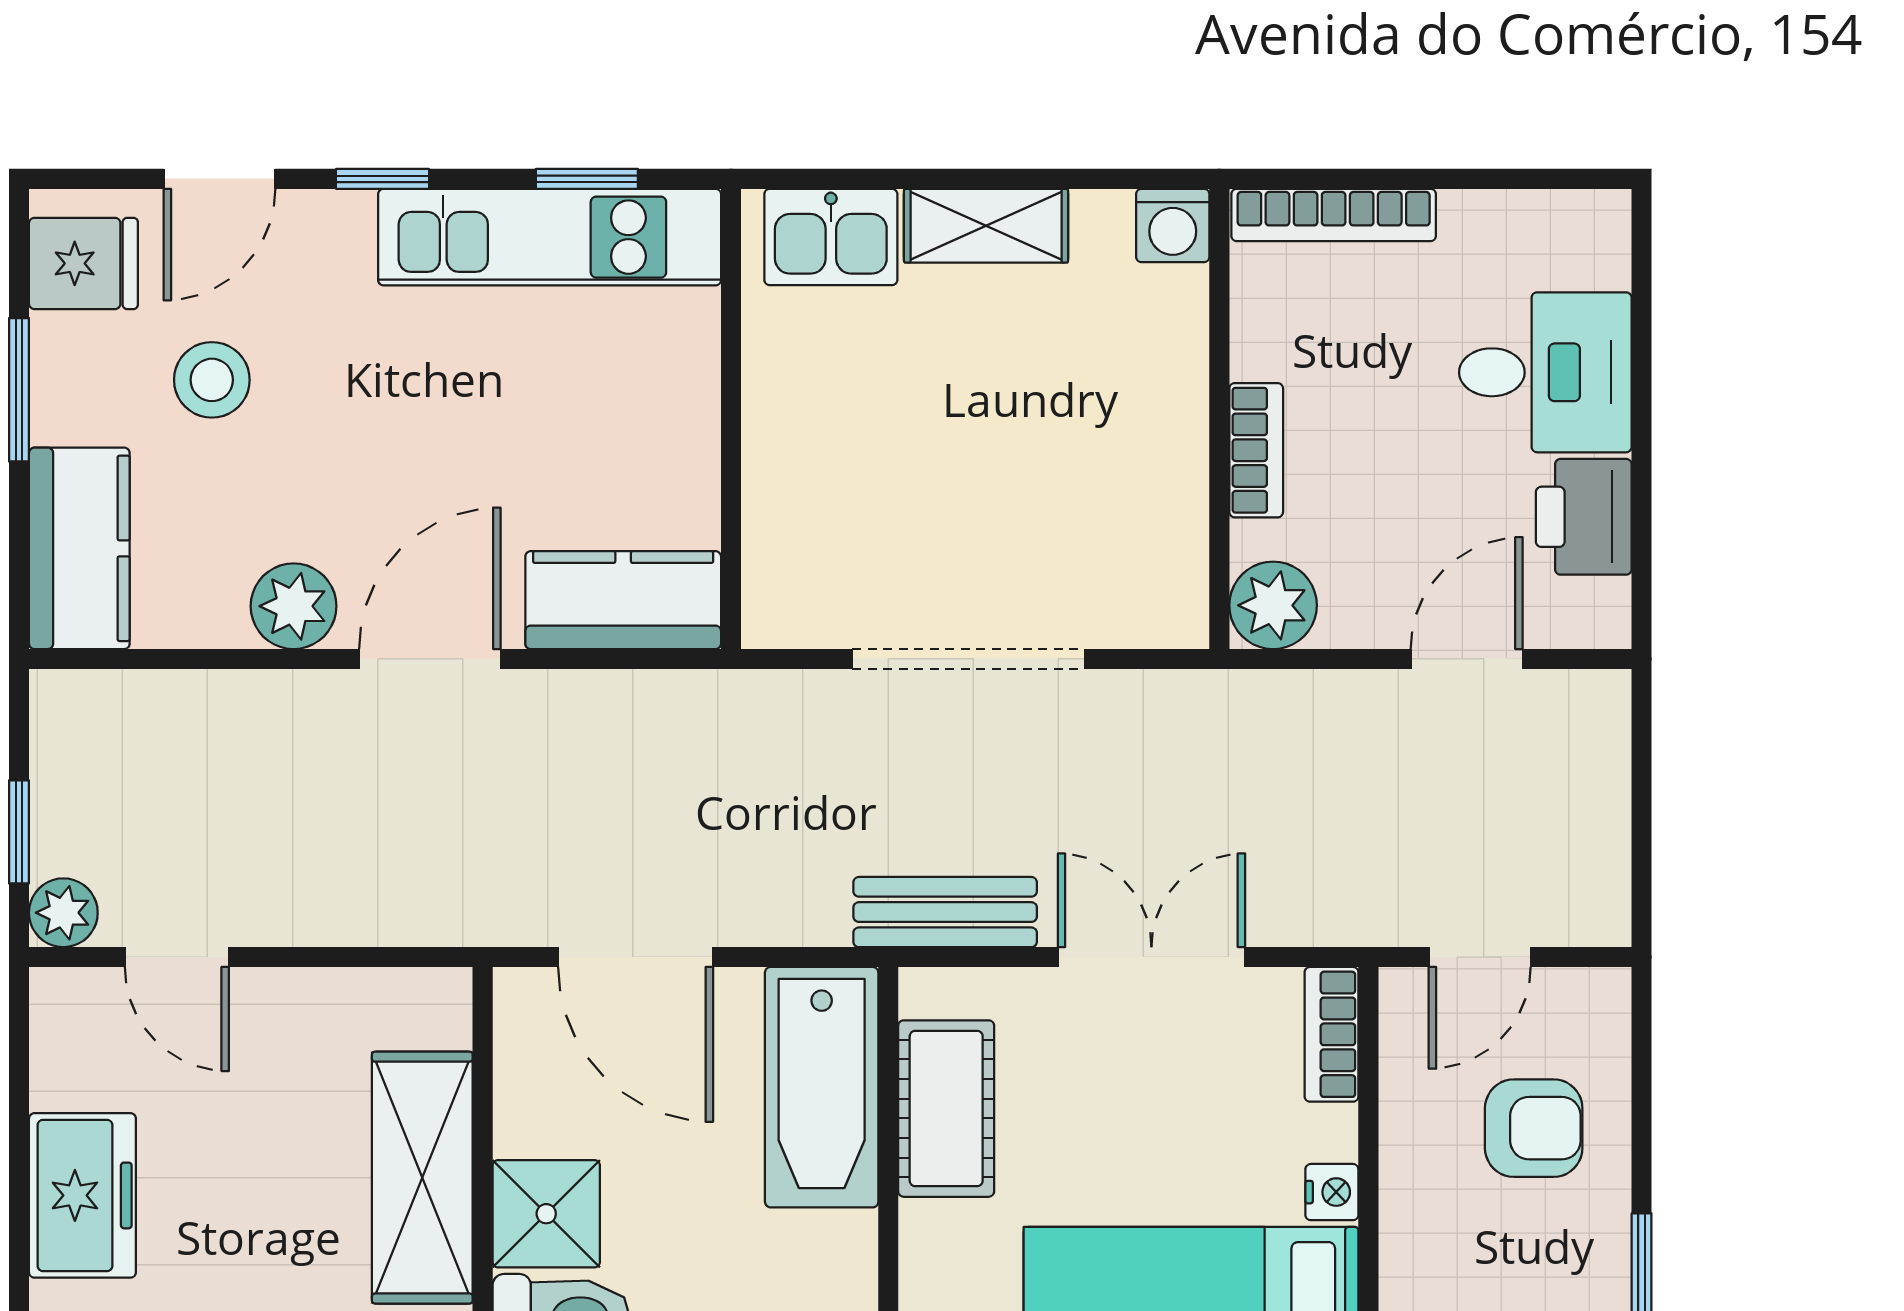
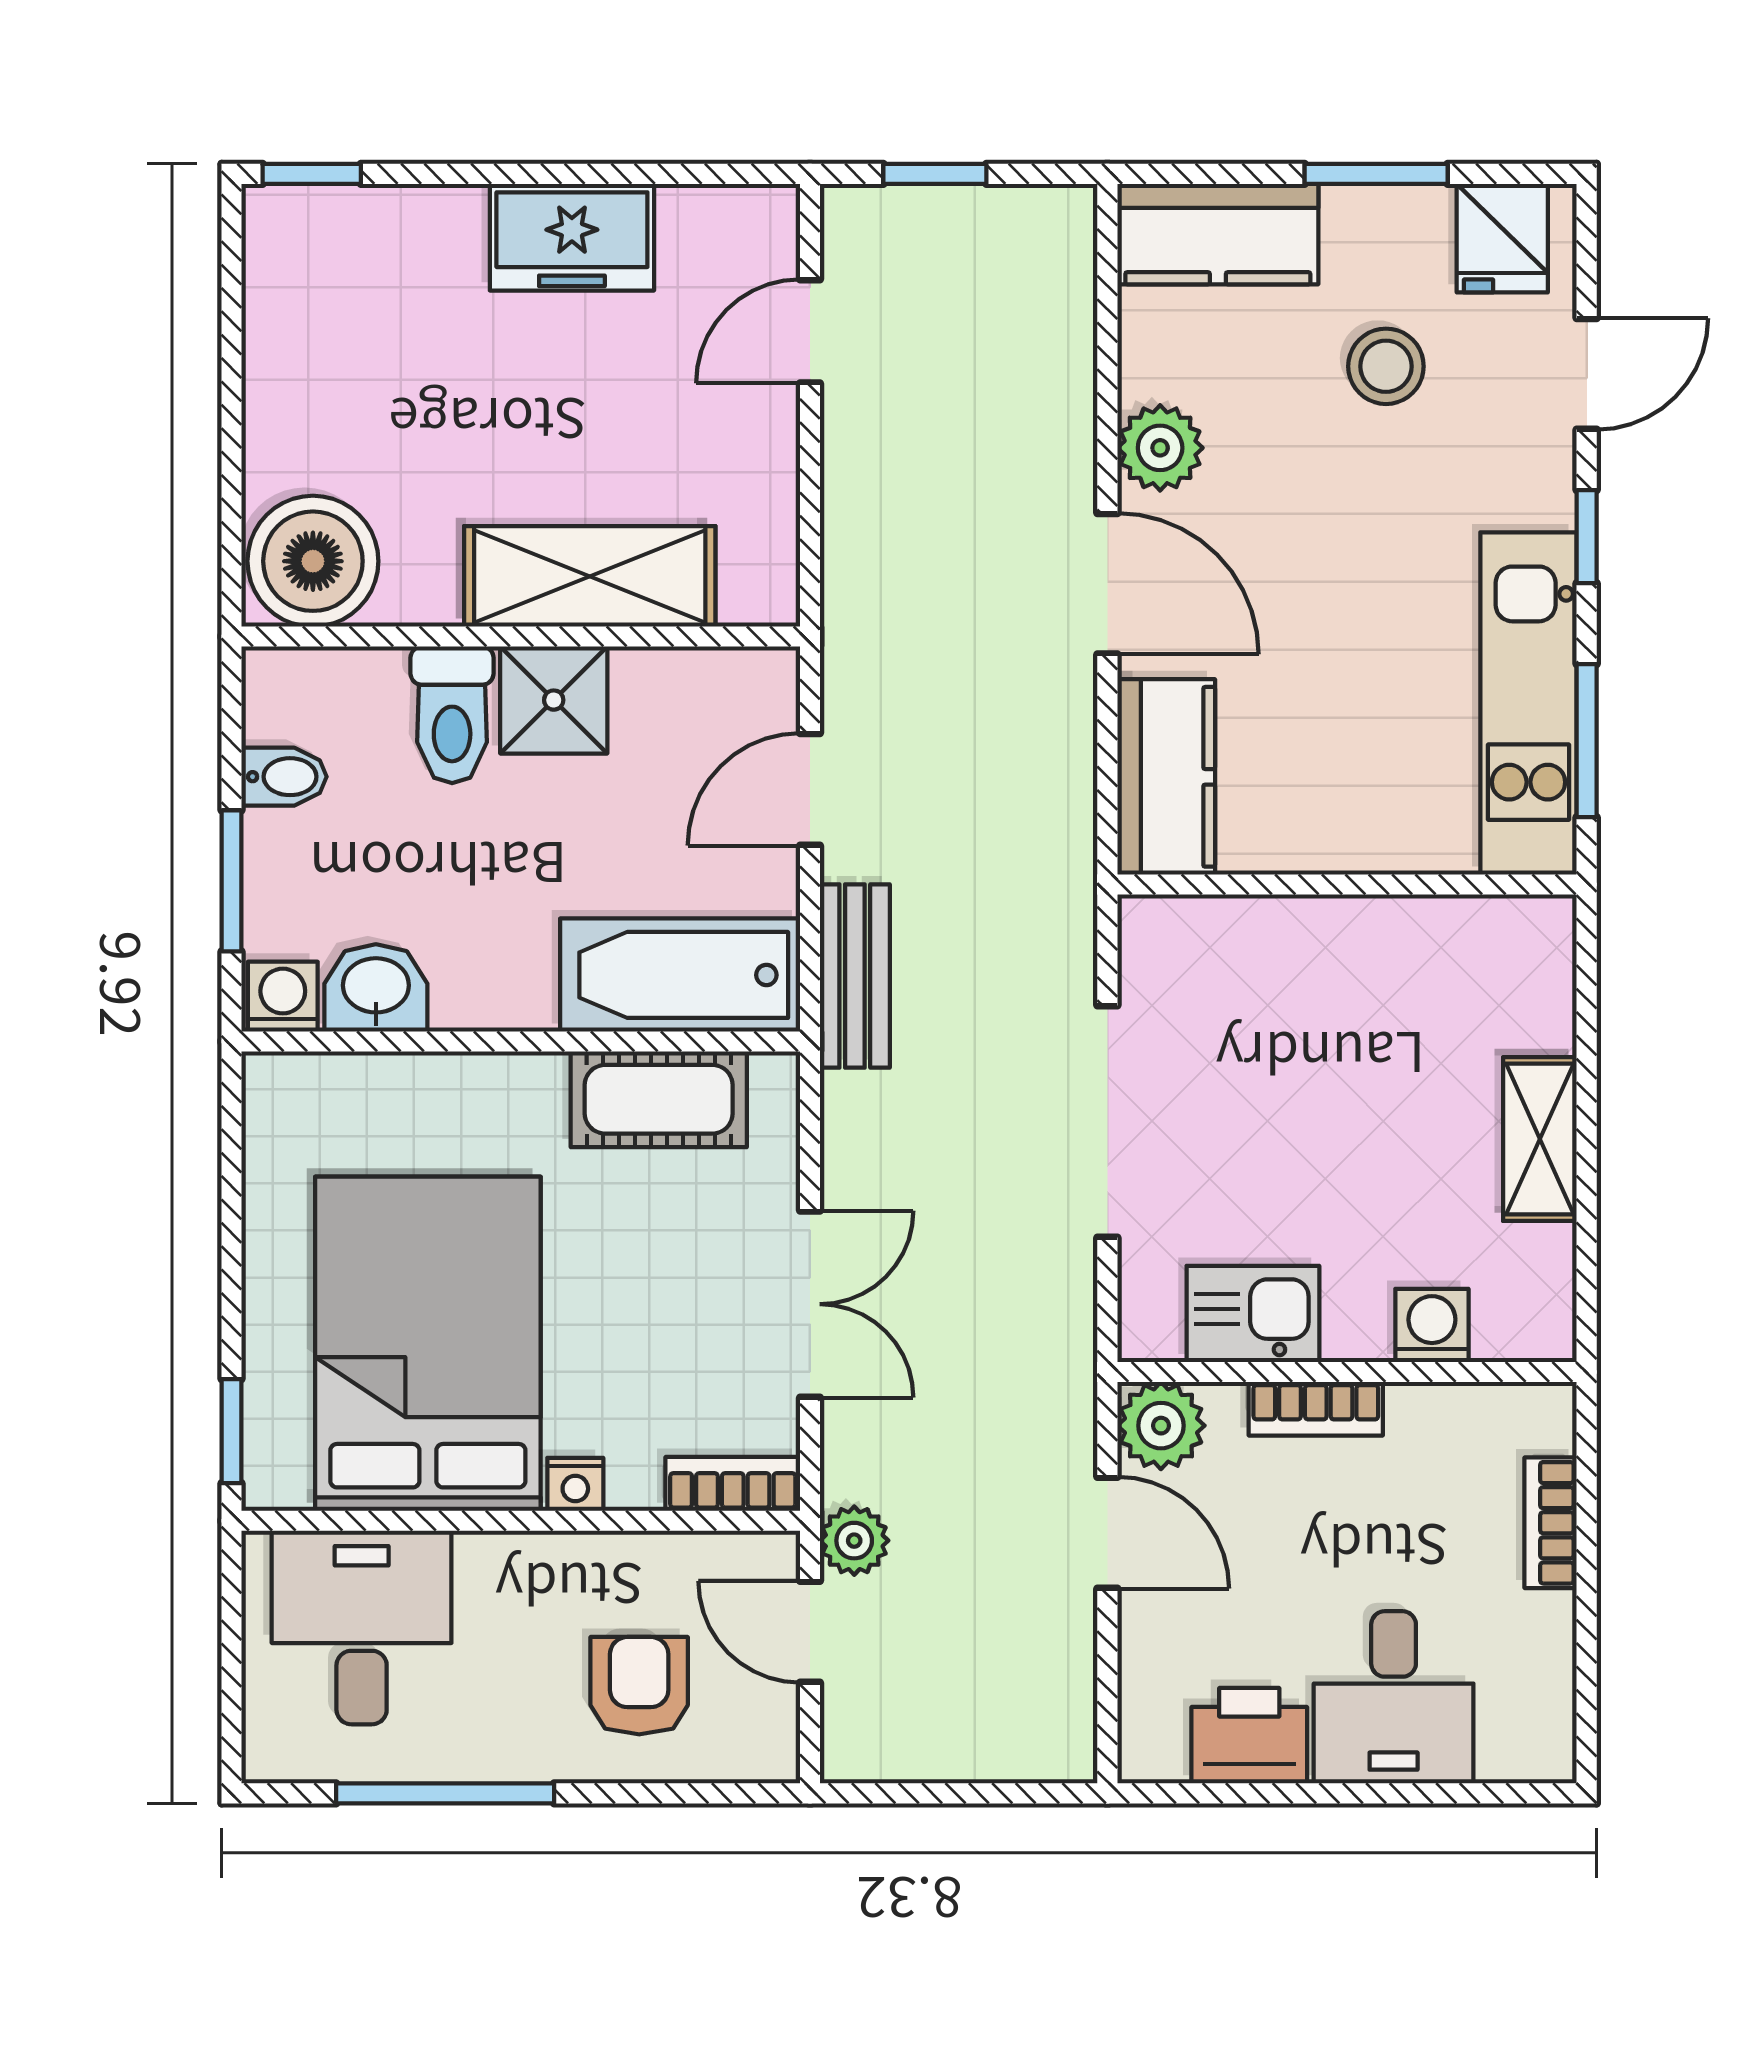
door: (219, 179) -> (1587, 374), swing flipped
window: (587, 179) -> (1587, 741), width x1.50
bookcase: (1334, 215) -> (1551, 1523), width x0.64
washing machine: (1173, 225) -> (1432, 1325), moved, turned 90
kitchen sink: (831, 237) -> (1253, 1314), moved, turned 90
door: (1467, 659) -> (1107, 1533), moved
bench: (945, 912) -> (855, 976), moved
plant: (63, 913) -> (854, 1541), moved
door: (636, 957) -> (810, 789), width x0.73
armchair: (1534, 1128) -> (639, 1686), turned 180

